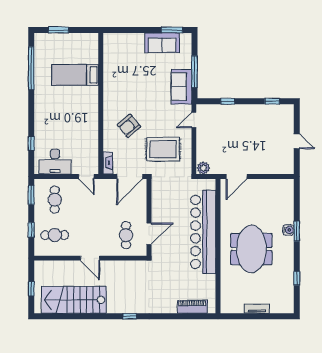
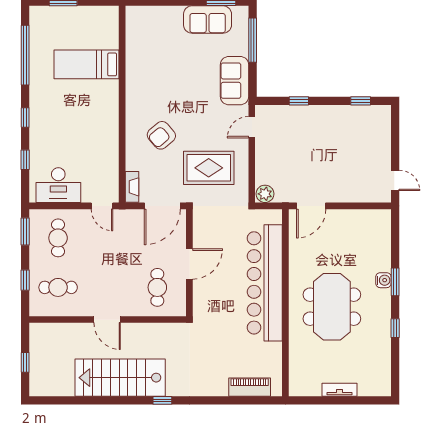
window: (194, 72) -> (253, 40), moved
window: (31, 113) -> (25, 118), added
door: (297, 141) -> (395, 180), moved
door: (149, 234) -> (189, 264), moved
window: (297, 278) -> (395, 328), moved
stairs: (74, 300) -> (120, 378), moved

